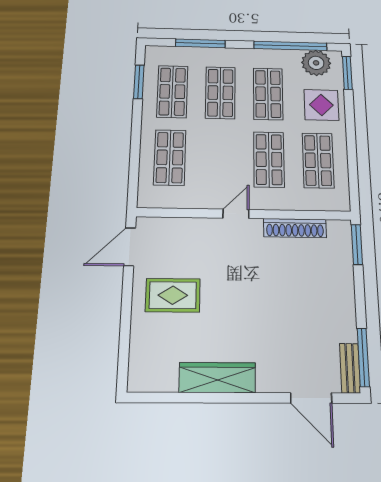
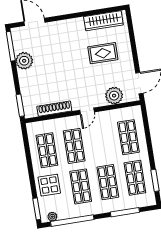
plant: (316, 63) -> (52, 217), width x0.53, depth x0.53
plant: (181, 232) -> (114, 96), added
rug: (173, 295) -> (103, 53), moved
plant: (340, 325) -> (24, 61), added
bench: (350, 368) -> (17, 40), removed
wardrobe: (217, 378) -> (103, 21), moved

